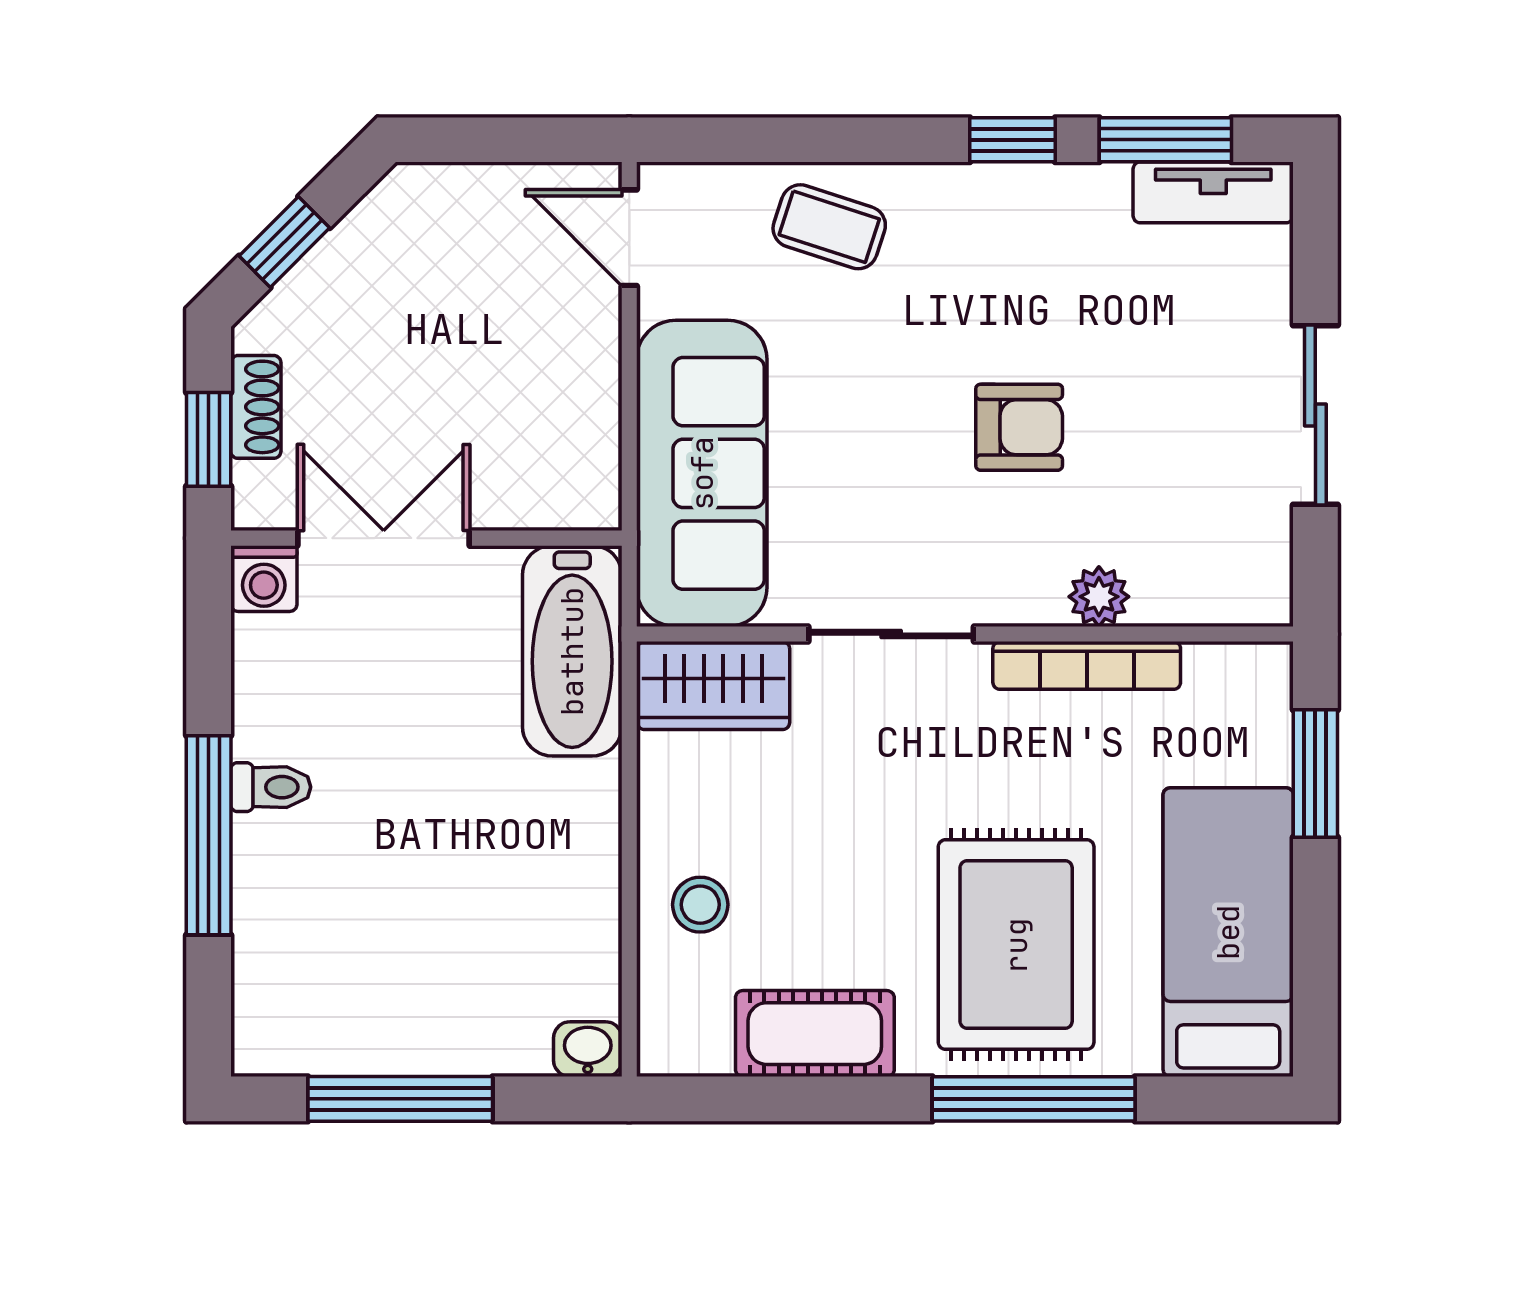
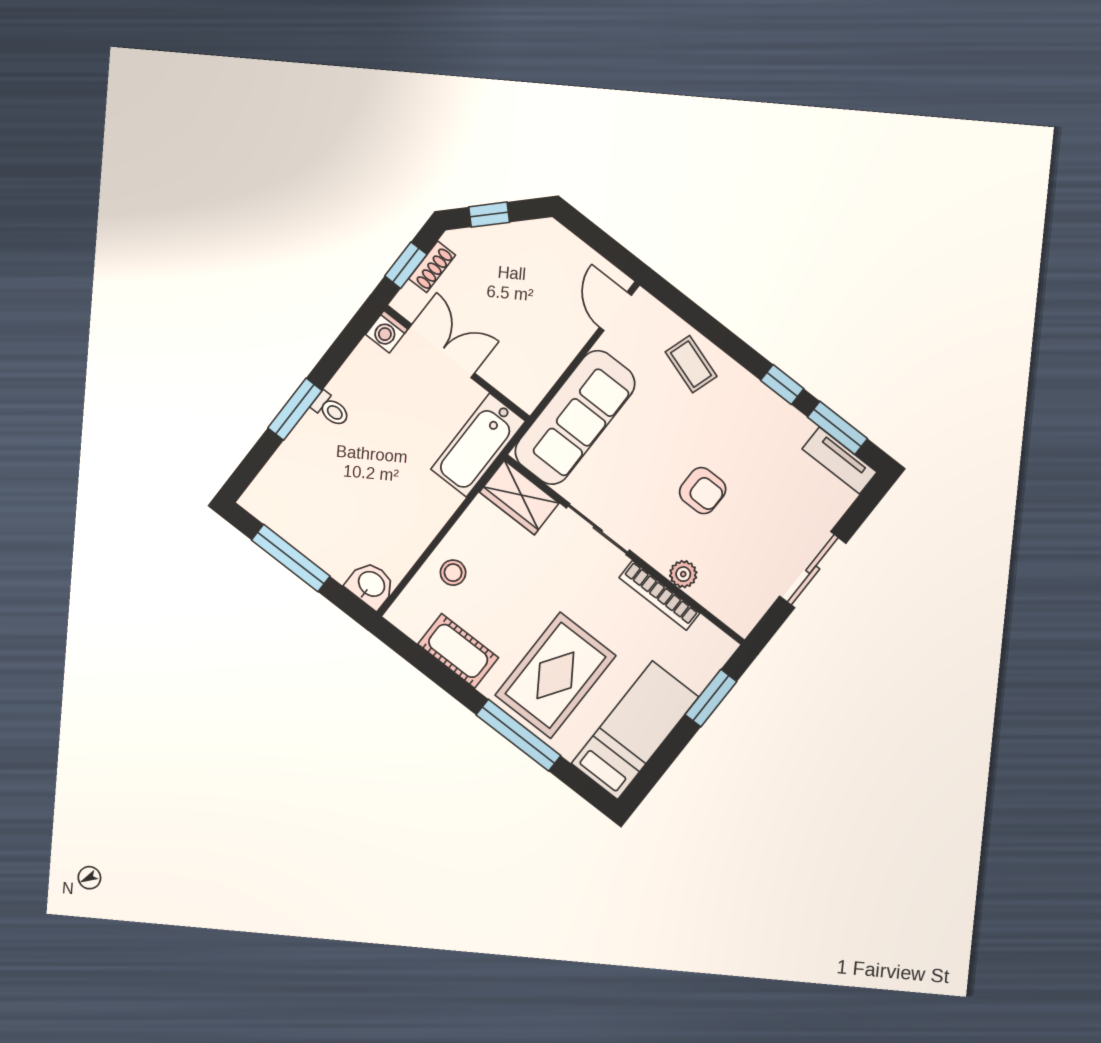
window: (209, 835) -> (295, 409), width x0.69
washbasin: (588, 1049) -> (371, 585), width x1.38, depth x1.45

